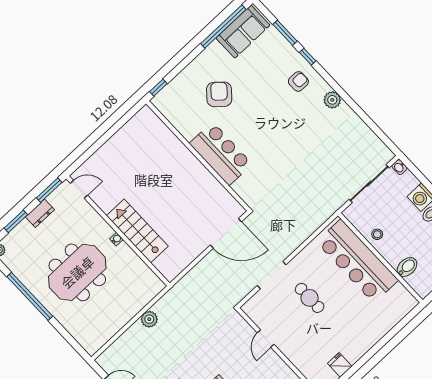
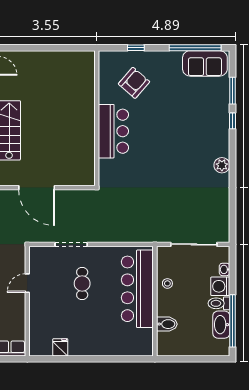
armchair: (298, 81) -> (211, 132), removed
window: (158, 88) -> (136, 48), moved
armchair: (219, 94) -> (134, 83), moved
washbasin: (399, 167) -> (225, 269), moved
door: (226, 233) -> (37, 188), moved

